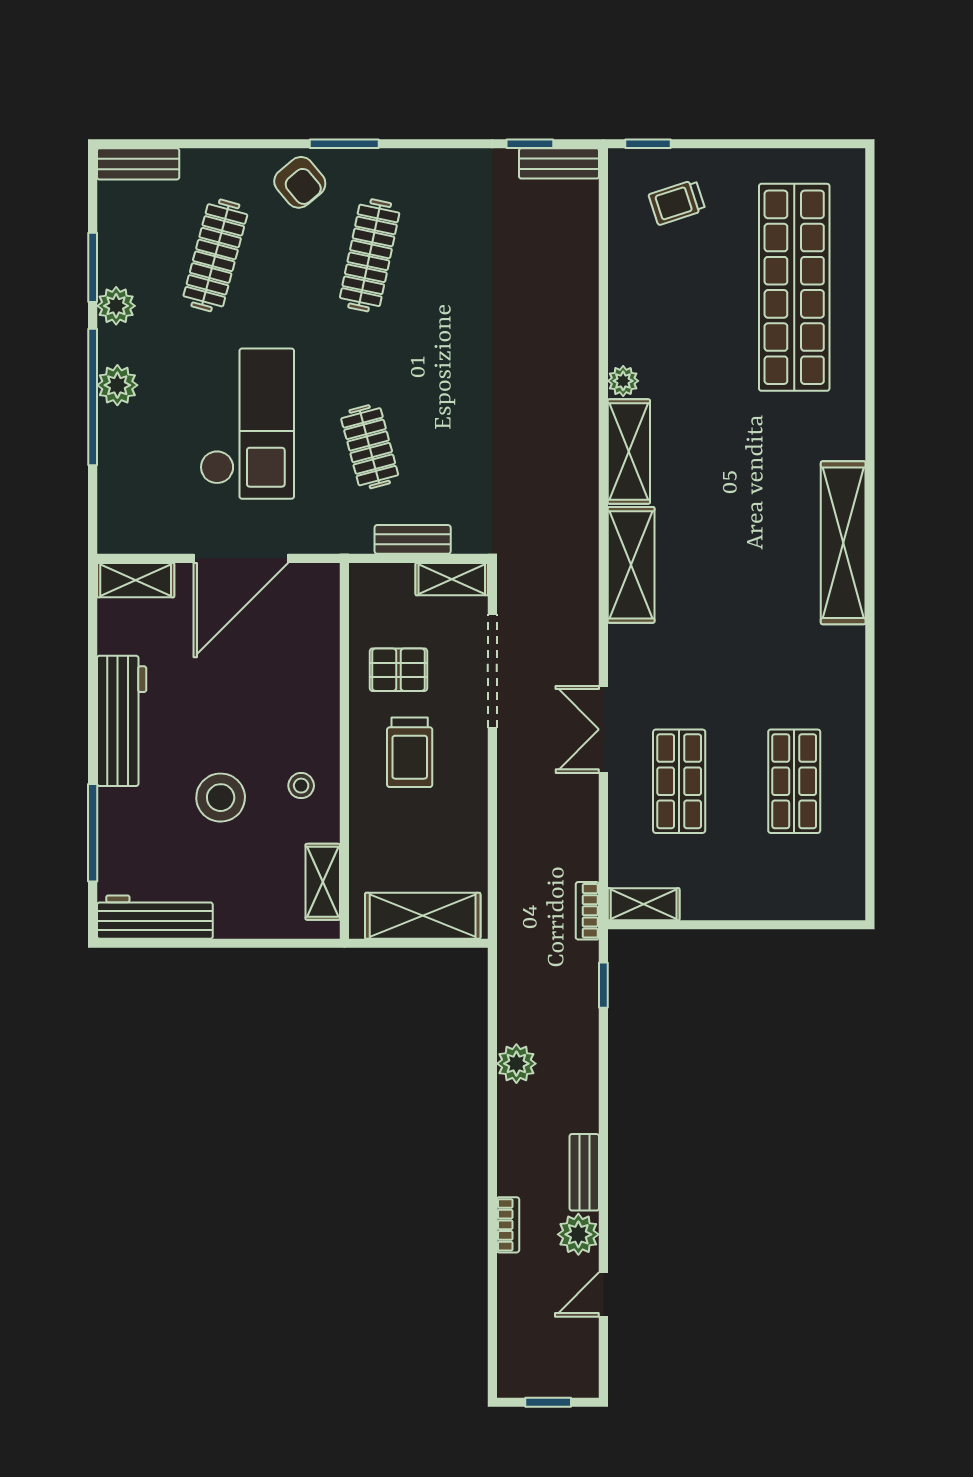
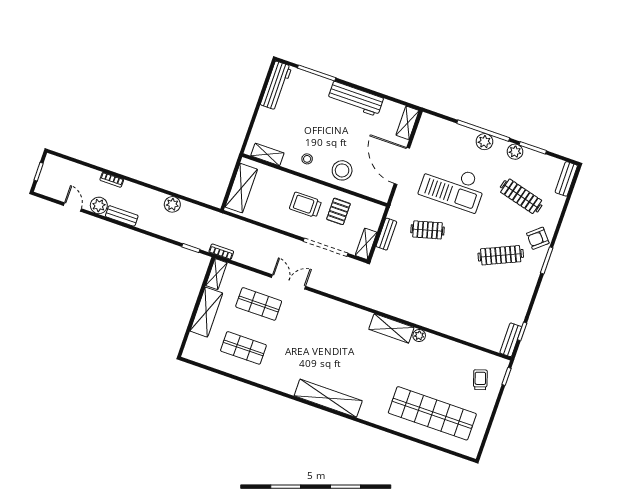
clothes rail: (370, 255) -> (501, 255), turned -36
shelving: (631, 565) -> (206, 312), moved, turned 90
stool: (221, 798) -> (342, 170), moved

